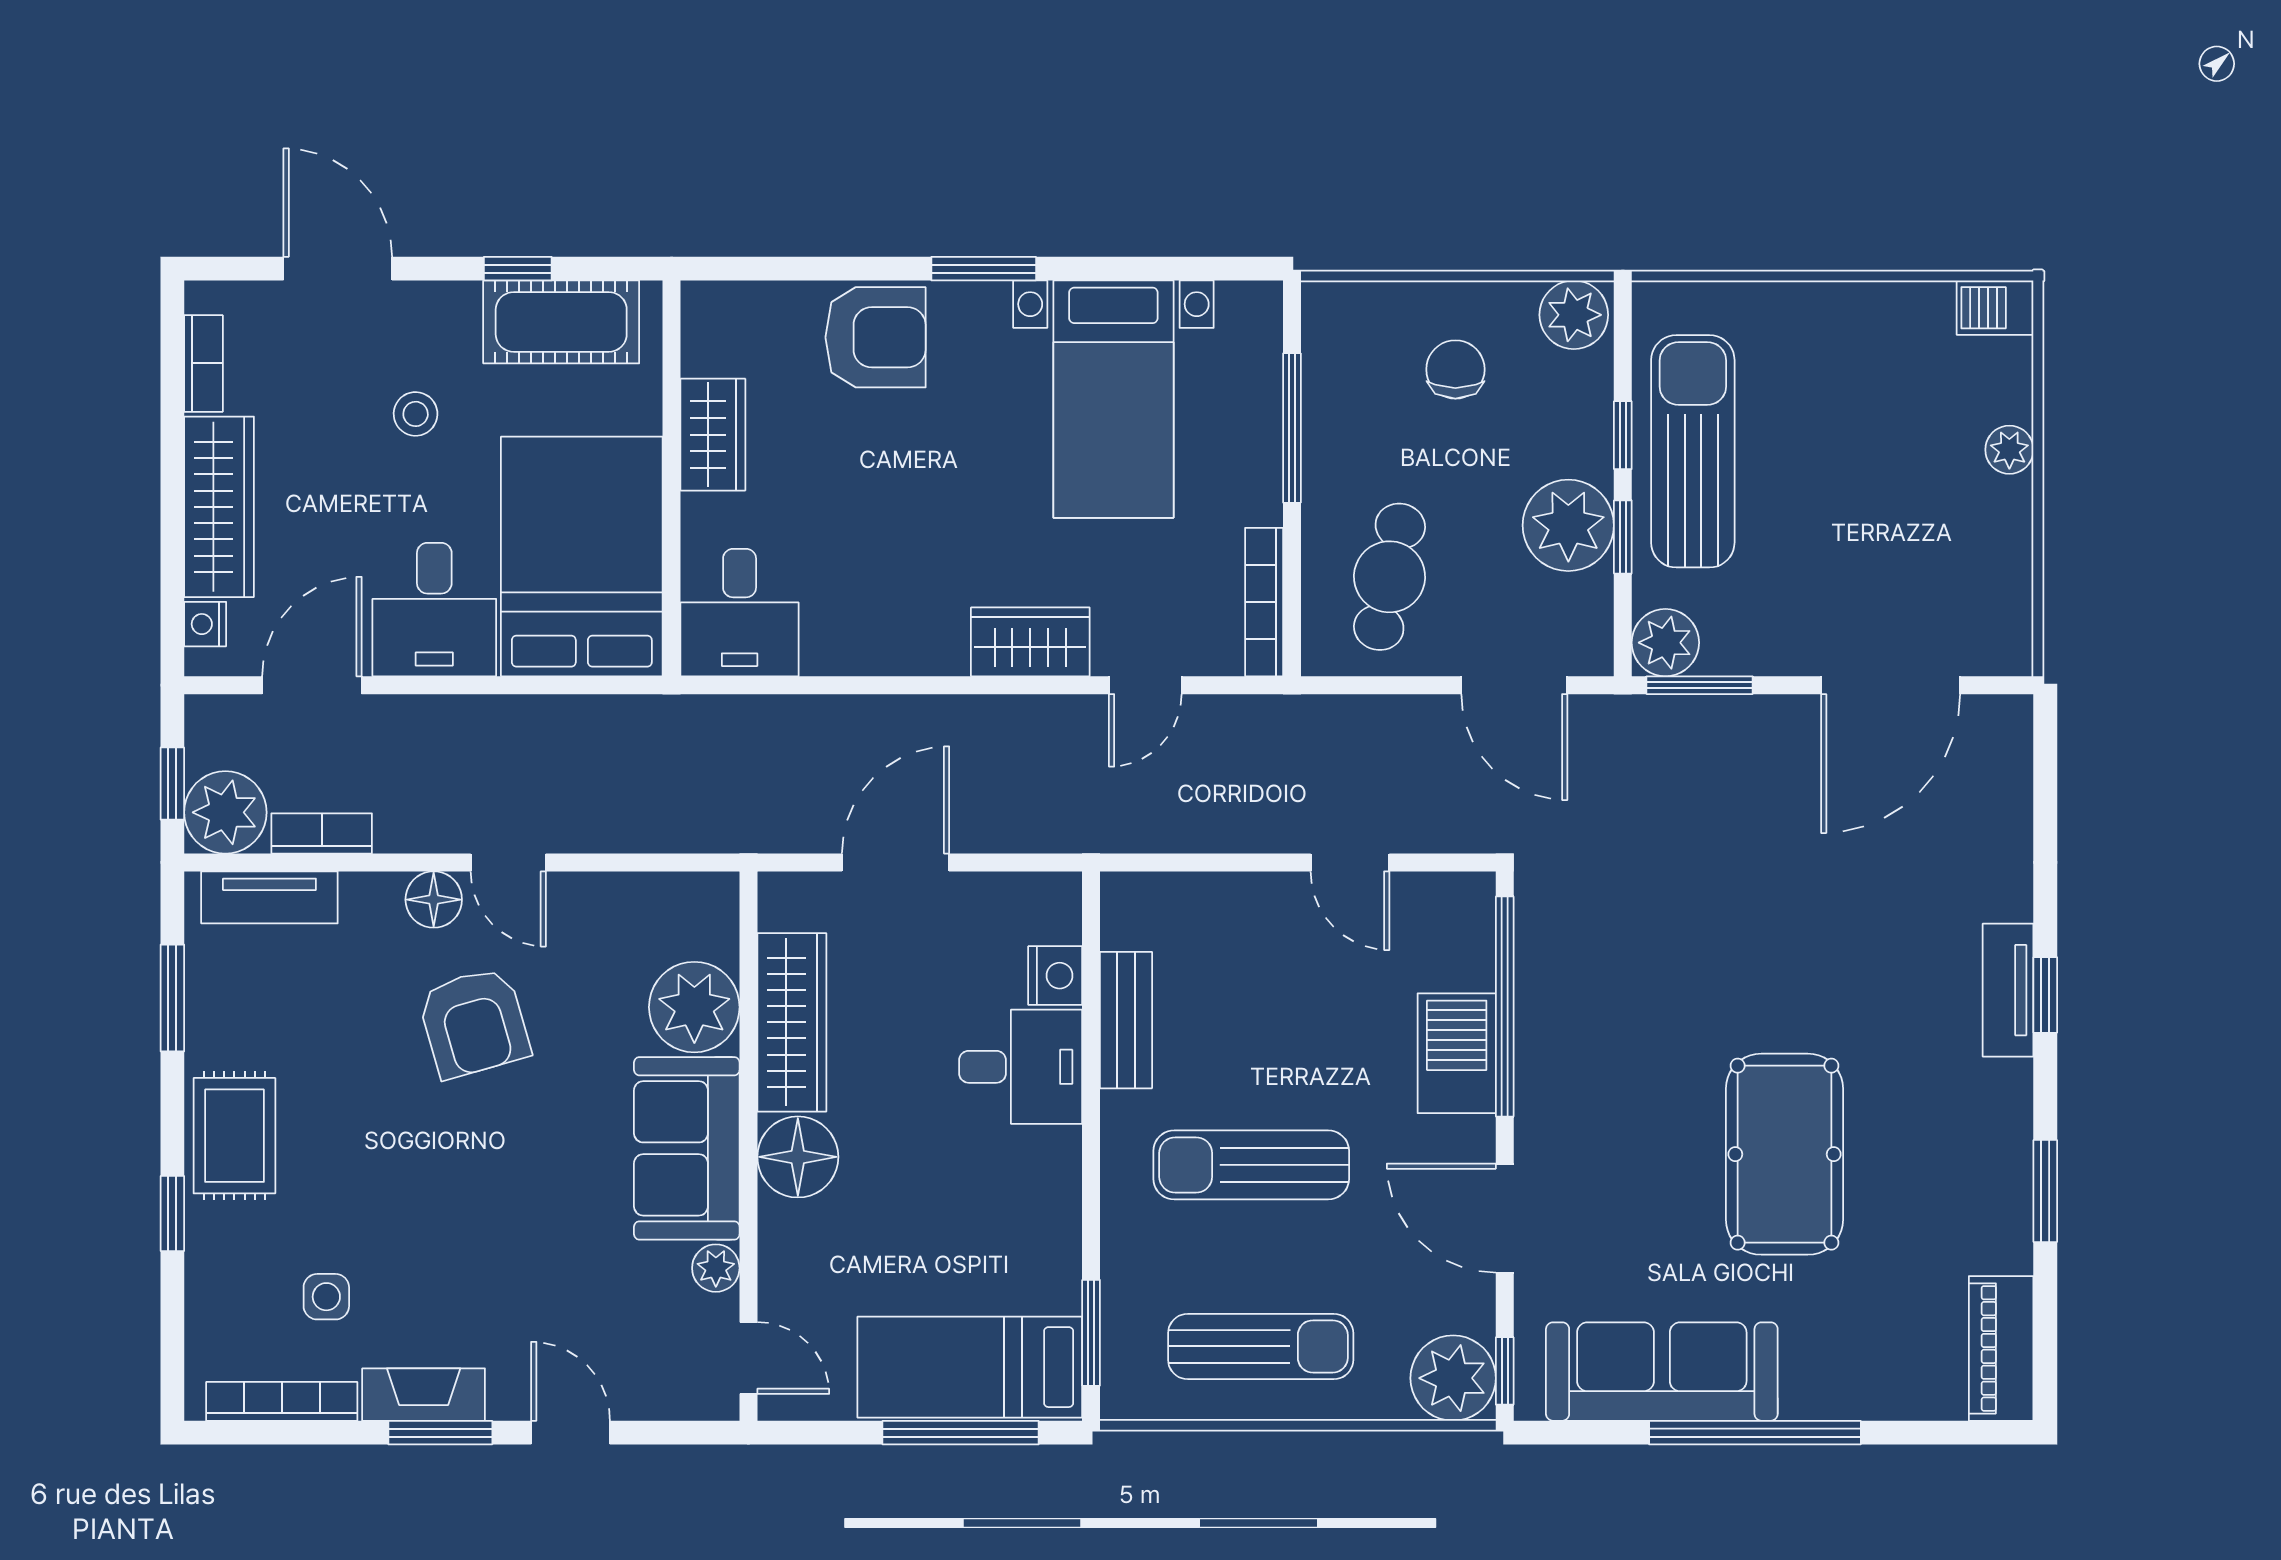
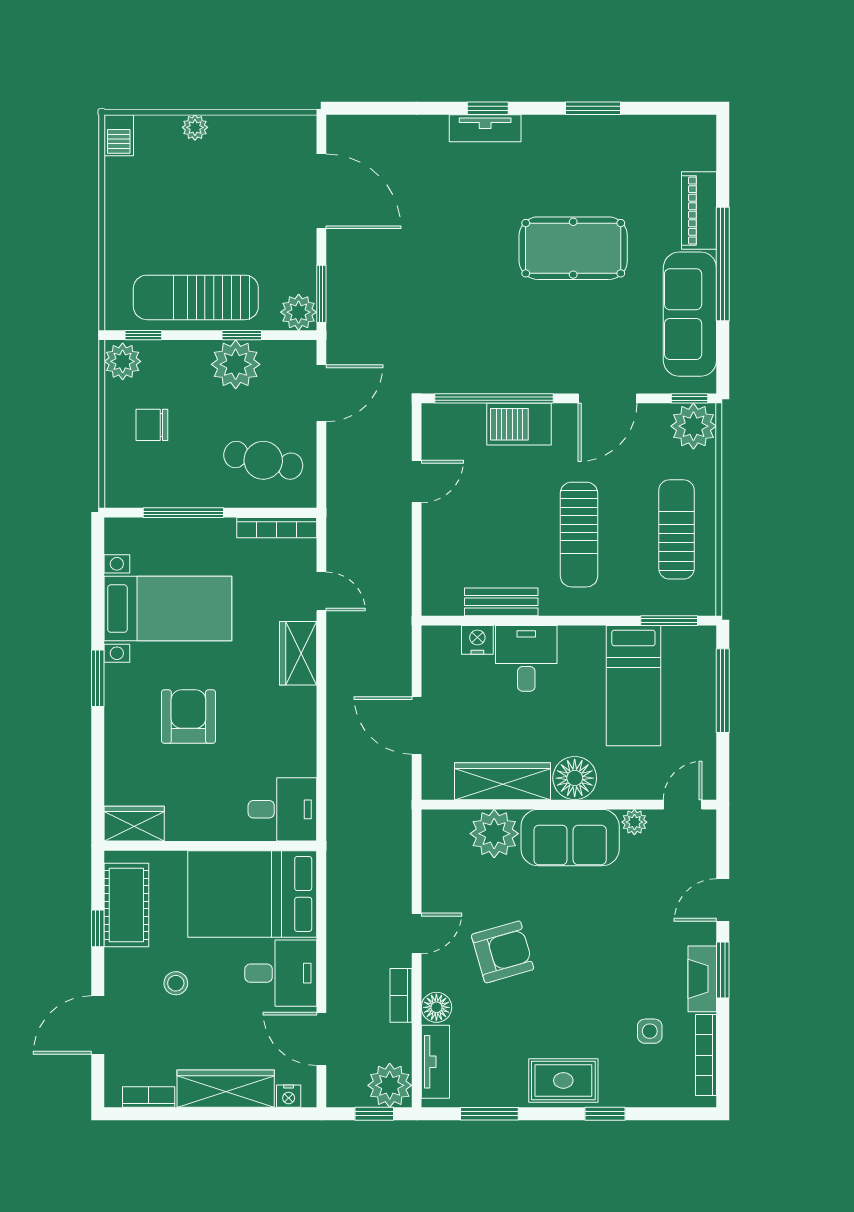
armchair: (876, 337) -> (188, 717), moved
wardrobe: (713, 435) -> (134, 824), moved
window: (1623, 435) -> (143, 335), moved
bookcase: (322, 833) -> (401, 995), moved
floor lamp: (434, 900) -> (436, 1007), moved
piano: (2001, 1348) -> (699, 210), moved, turned 90
bed: (970, 1367) -> (633, 686), moved

